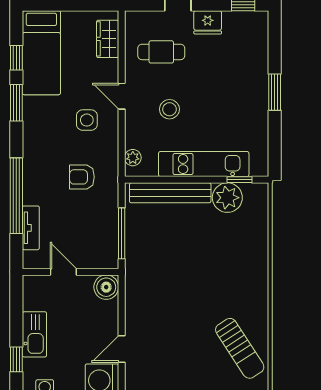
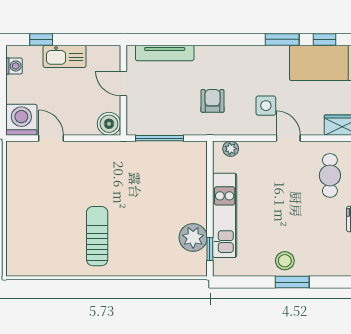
door: (122, 96) -> (288, 138), hinge flipped
stool: (169, 109) -> (285, 261), moved
bench: (170, 193) -> (198, 184), removed
window: (16, 196) -> (195, 39), removed
tv unit: (31, 228) -> (165, 53), width x1.41
door: (63, 272) -> (123, 83), swing flipped
sun lounger: (240, 348) -> (97, 236), moved, turned 123

